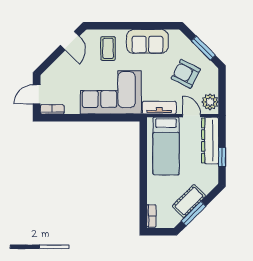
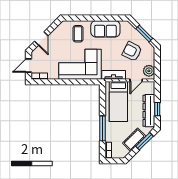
door: (70, 41) -> (41, 39), moved
door: (192, 116) -> (136, 80), swing flipped
dresser: (210, 141) -> (149, 111), moved
window: (143, 185) -> (102, 128), added
window: (194, 214) -> (144, 141), moved

